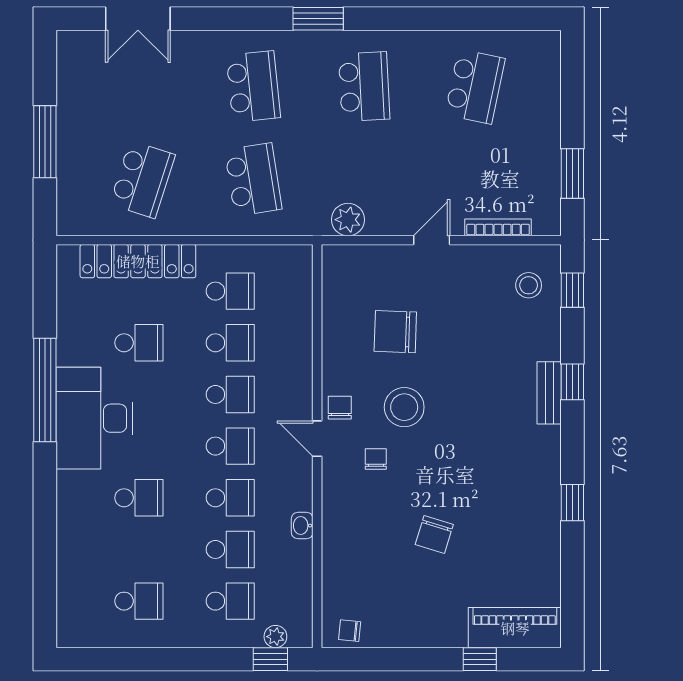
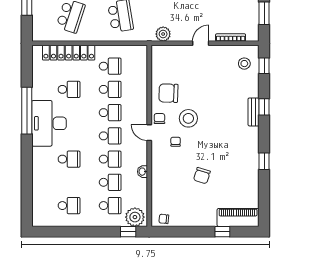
chair: (395, 332) -> (168, 93), moved
plant: (275, 637) -> (135, 217), width x1.88, depth x1.88

